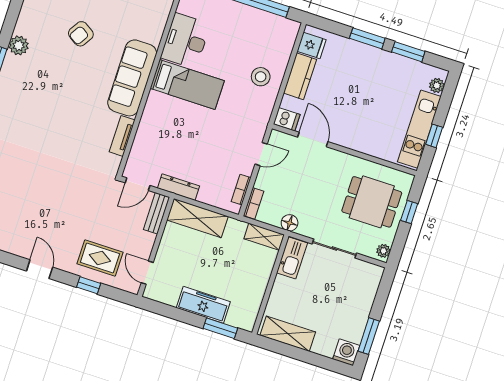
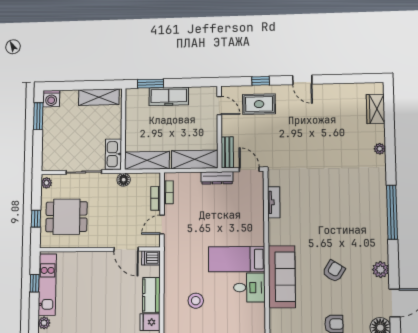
desk: (186, 41) -> (249, 288), width x0.73
plant: (19, 45) -> (381, 270), moved
stool: (261, 77) -> (196, 301), moved
sofa: (132, 78) -> (282, 277), moved
door: (138, 184) -> (249, 169), hinge flipped
bookcase: (254, 203) -> (156, 198), moved
shelving: (264, 237) -> (147, 160), width x1.50, depth x1.33

